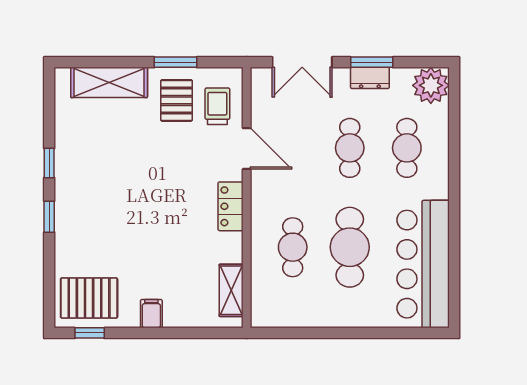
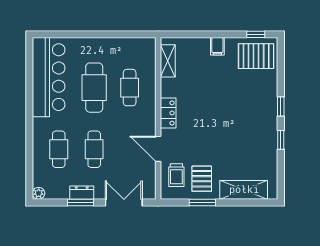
plant: (431, 85) -> (39, 193), width x0.53, depth x0.53

